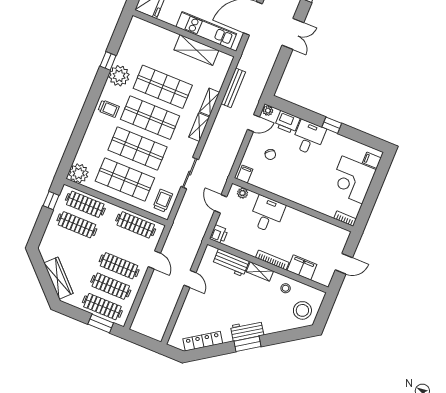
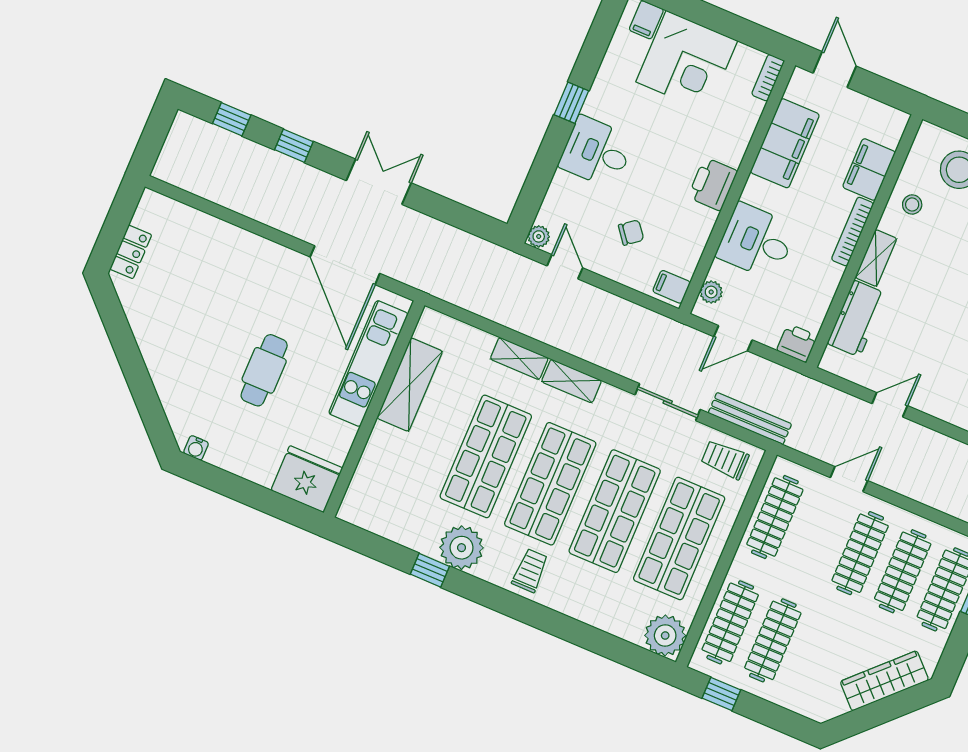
bench: (233, 88) -> (750, 419), moved
printer: (287, 122) -> (713, 184), moved, turned 180
filing cabinet: (314, 227) -> (785, 143), added
door: (344, 264) -> (835, 70), moved

